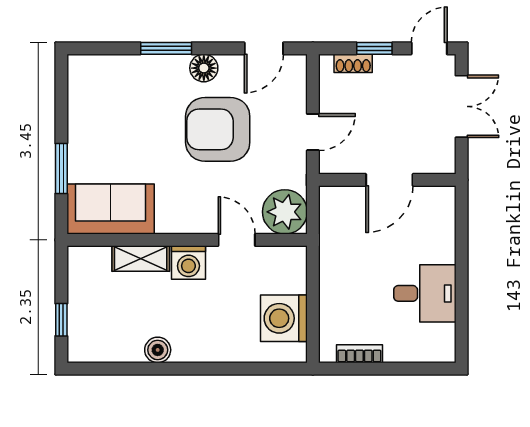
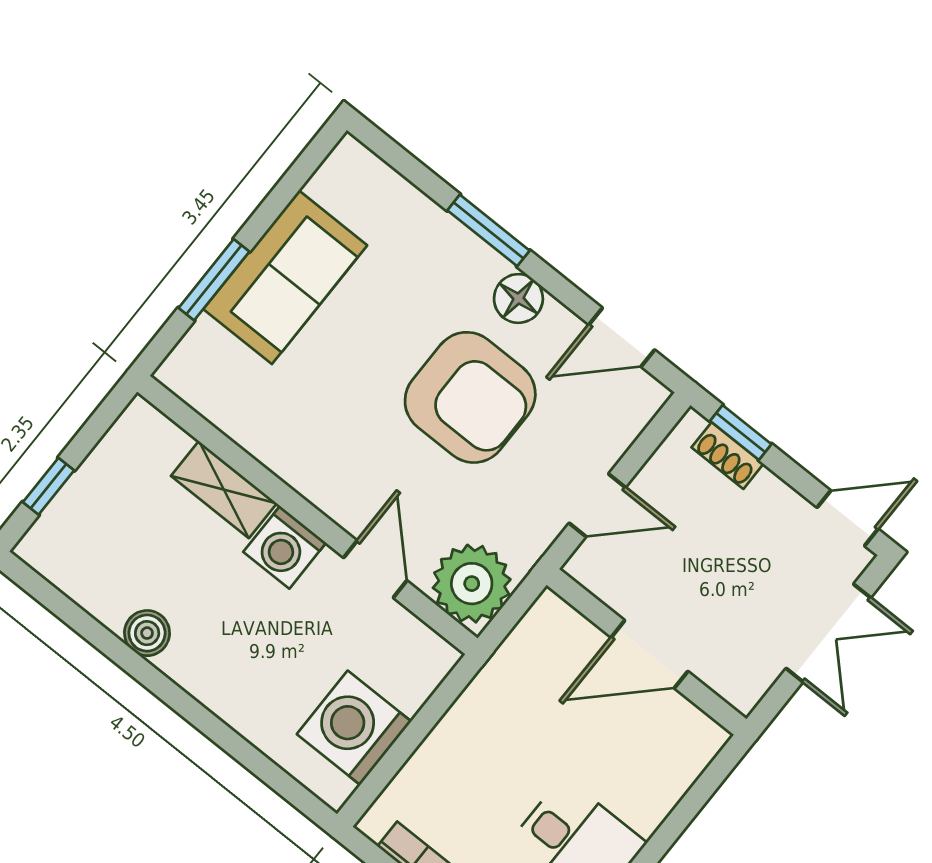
window: (374, 48) -> (741, 433), moved
armchair: (218, 129) -> (470, 397), turned 180
sofa: (111, 209) -> (285, 277), moved, turned 90

